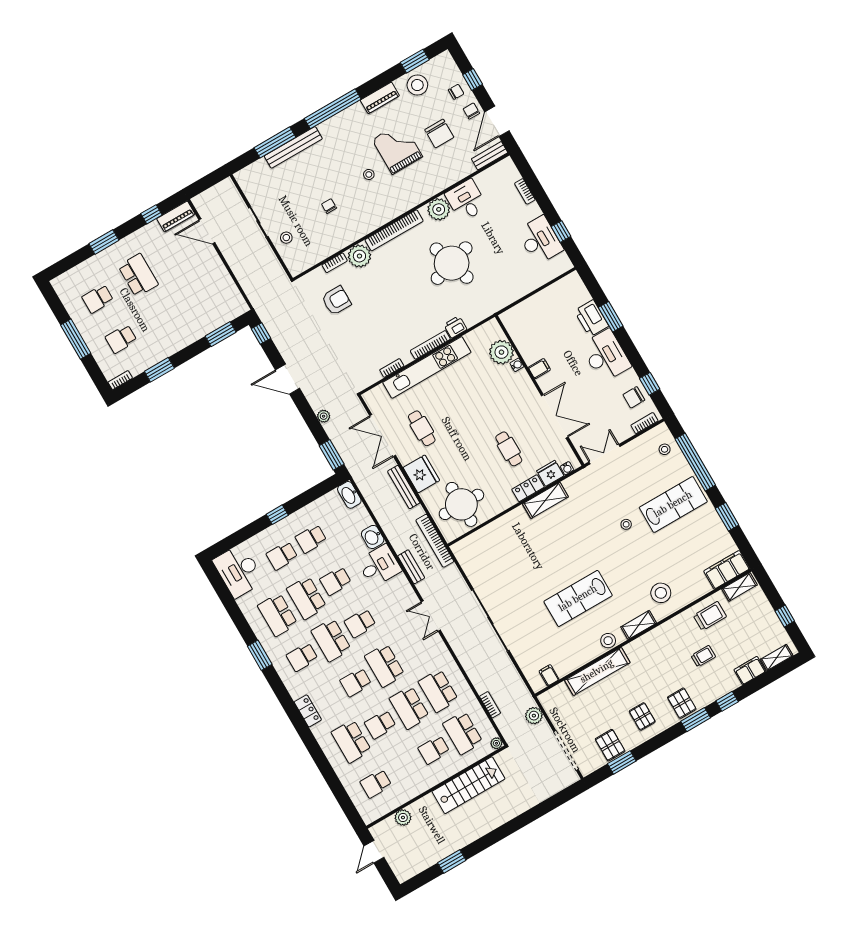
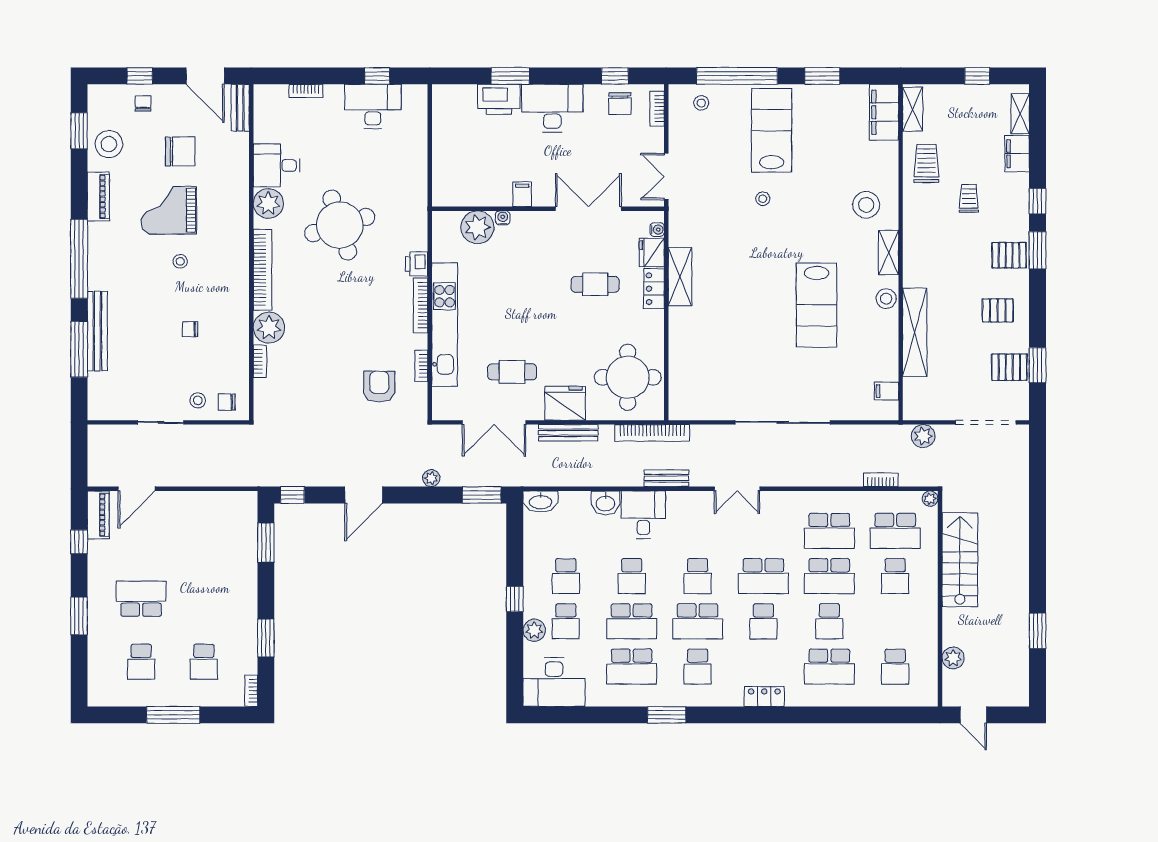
chair: (471, 111) -> (227, 402), moved
armchair: (336, 300) -> (379, 387), moved
plant: (265, 539) -> (534, 630), added

